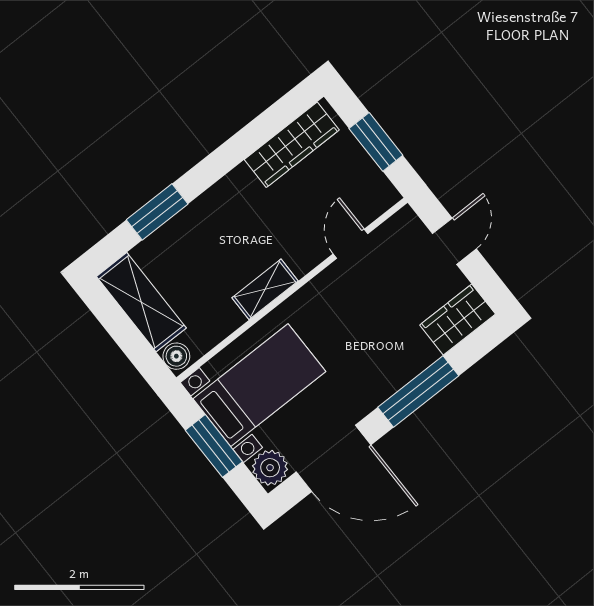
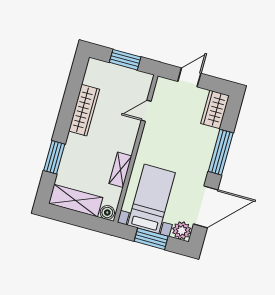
wardrobe: (292, 145) -> (84, 110), moved
door: (454, 241) -> (189, 77), hinge flipped
door: (351, 244) -> (146, 111), hinge flipped
shelving: (265, 289) -> (120, 170), moved

